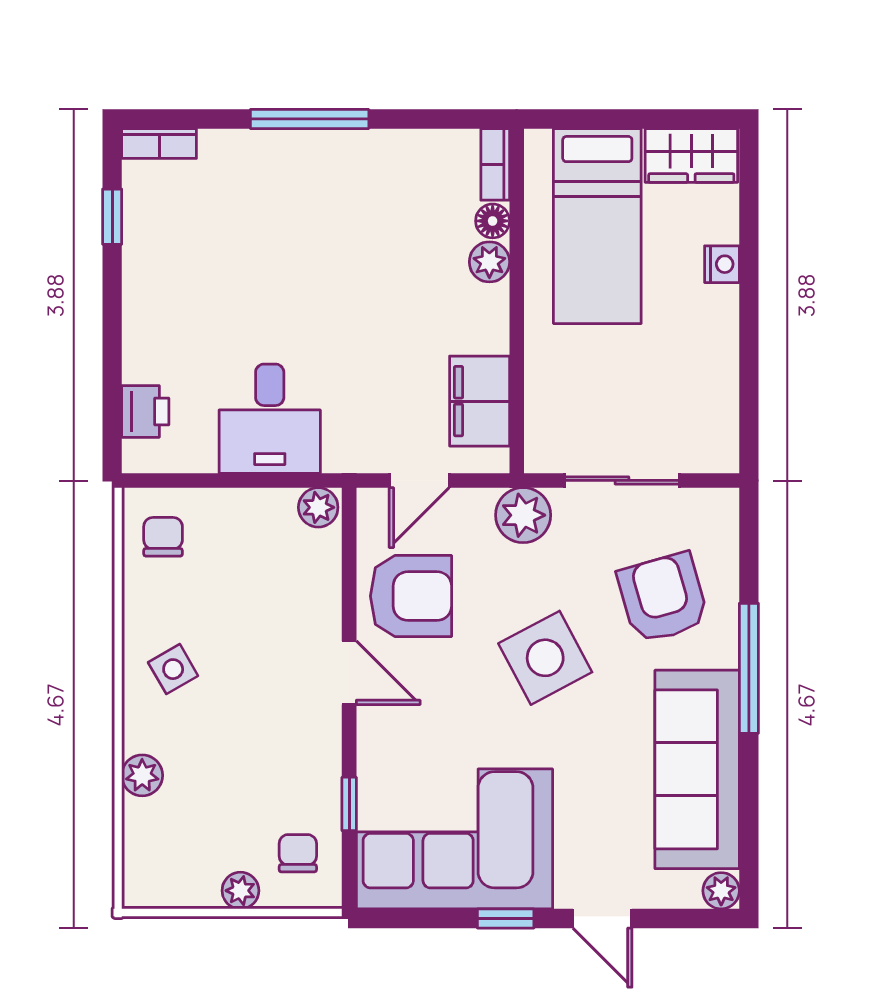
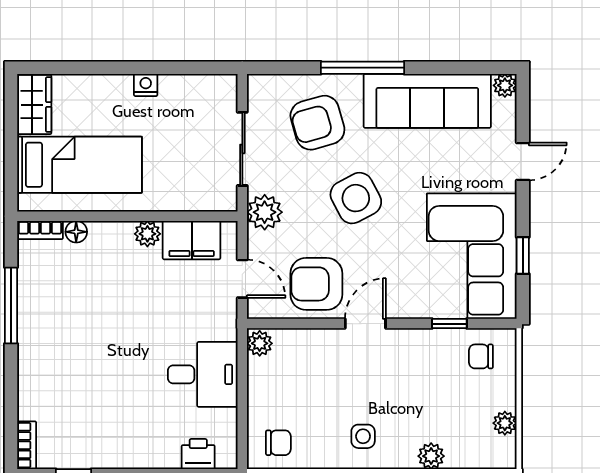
window: (310, 119) -> (11, 306), moved
plant: (489, 262) -> (147, 234), moved
nightstand: (722, 264) -> (146, 85), moved
chair: (163, 537) -> (278, 443), turned 180
armchair: (411, 596) -> (316, 284), turned -90
side table: (173, 669) -> (363, 436), turned 30
plant: (240, 891) -> (505, 423), moved
window: (506, 919) -> (523, 256), moved

